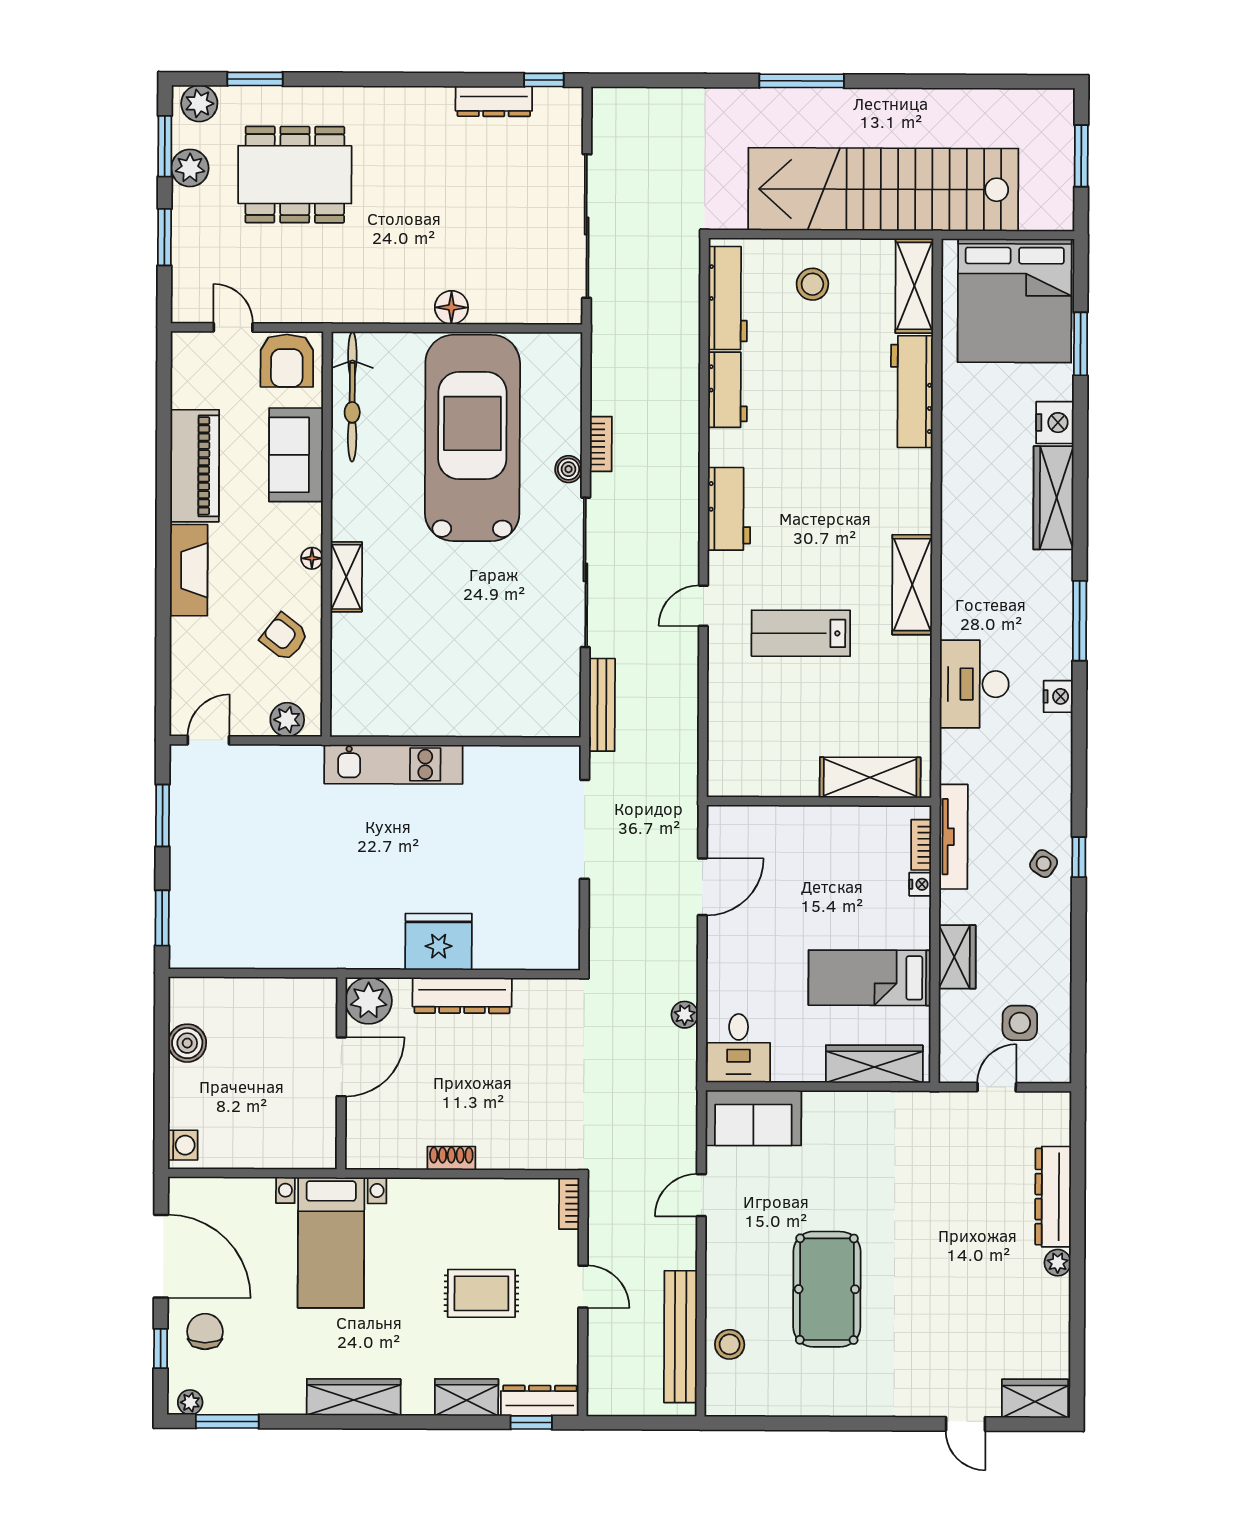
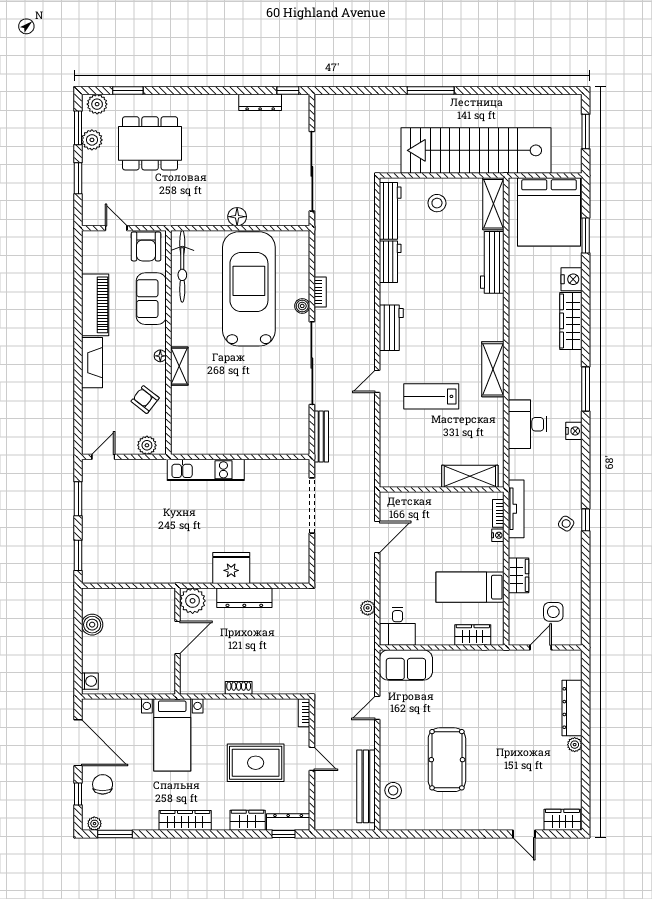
wardrobe: (874, 1064) -> (473, 635), width x0.67
rug: (481, 1293) -> (256, 763), width x1.36, depth x1.43

